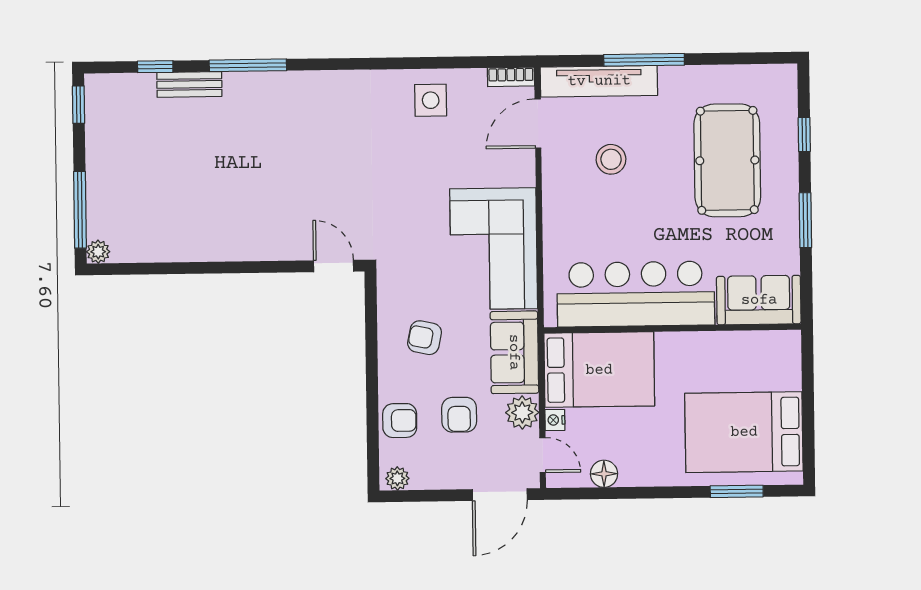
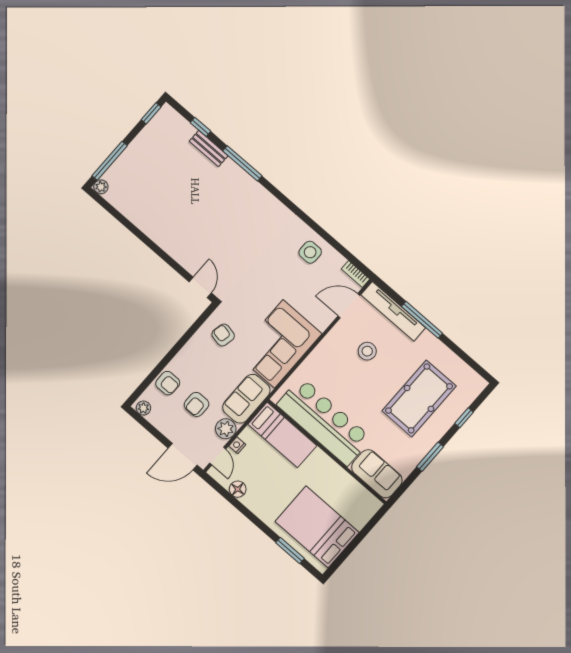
armchair: (425, 338) -> (223, 335), moved
bed: (599, 370) -> (282, 435), width x0.67

